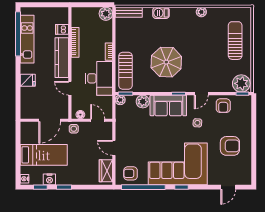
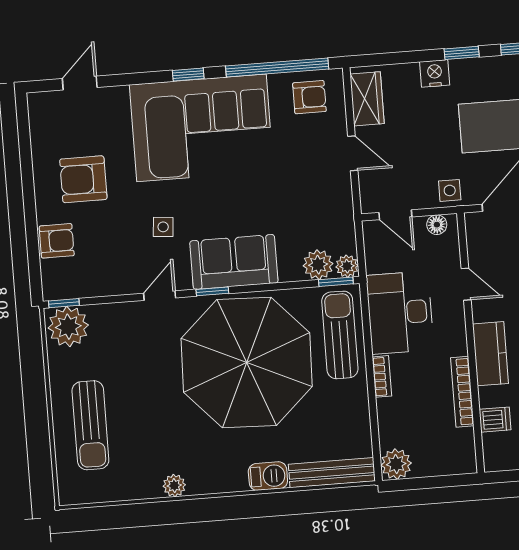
bench: (129, 12) -> (332, 473), width x1.36
kitchen counter: (62, 58) -> (490, 354), width x0.67
parasol: (166, 62) -> (247, 362), width x1.86, depth x1.86
plant: (143, 102) -> (318, 265), moved
armchair: (223, 106) -> (57, 241), moved, turned 90
nightstand: (49, 179) -> (435, 73), moved

